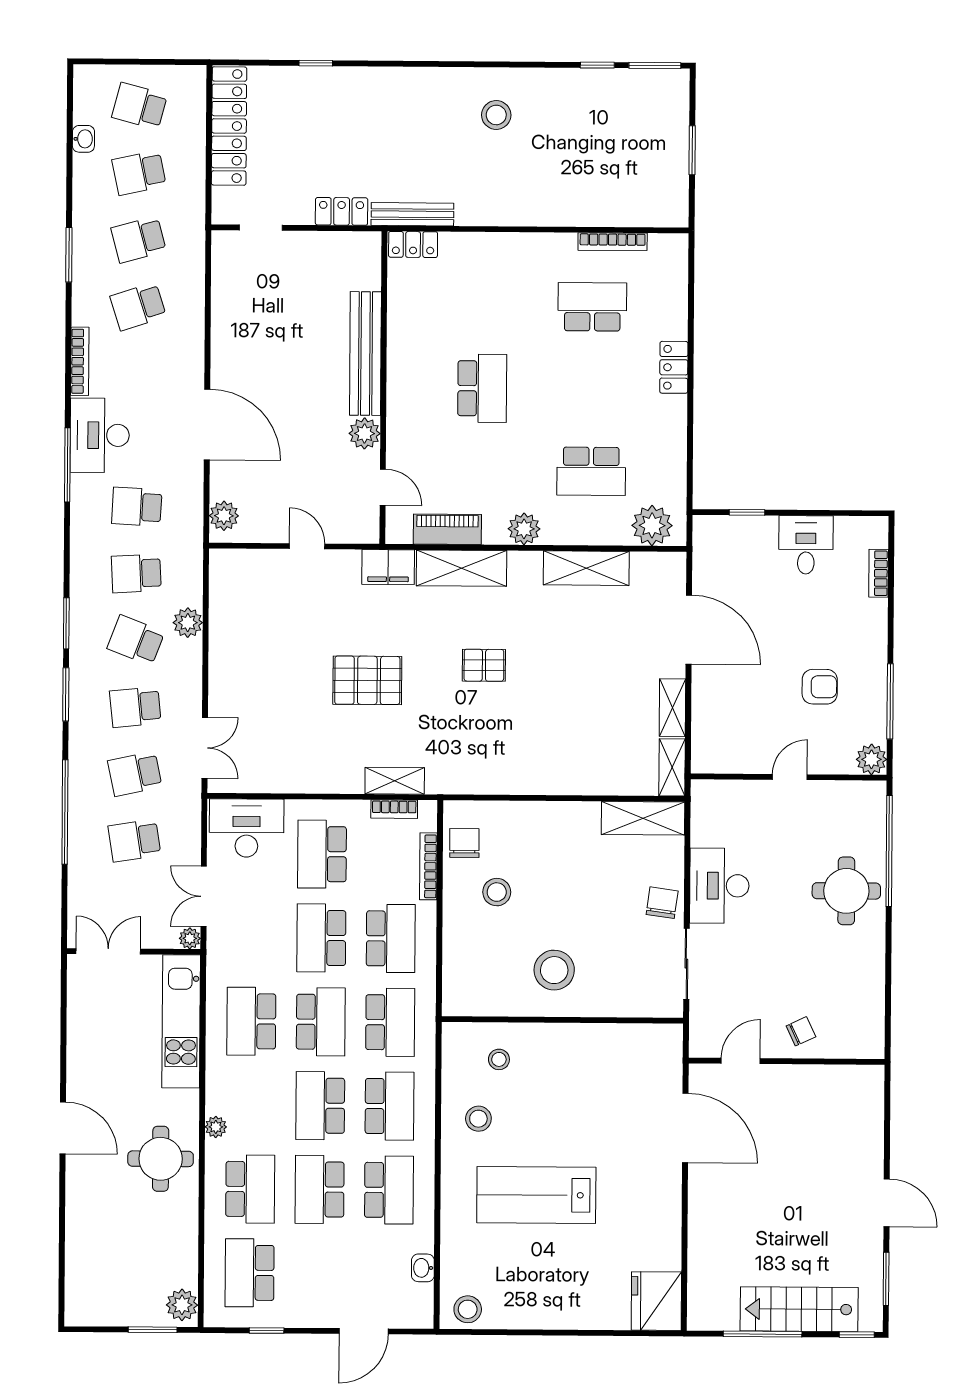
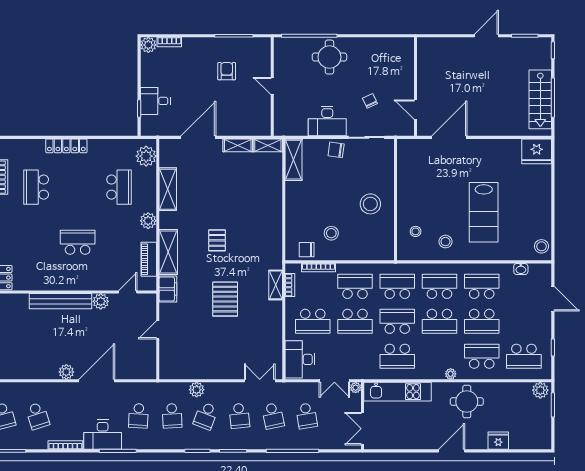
locker: (674, 367) -> (66, 146), width x1.53
plant: (224, 516) -> (66, 372), moved
desk: (806, 545) -> (155, 101), moved
plant: (871, 759) -> (148, 45), moved
chair: (801, 1031) -> (370, 101), moved
fridge: (82, 1221) -> (498, 441), added
stairs: (799, 1309) -> (540, 99), moved

